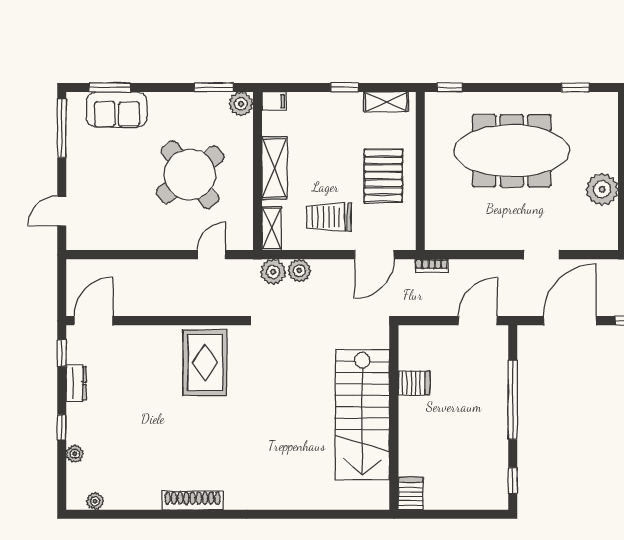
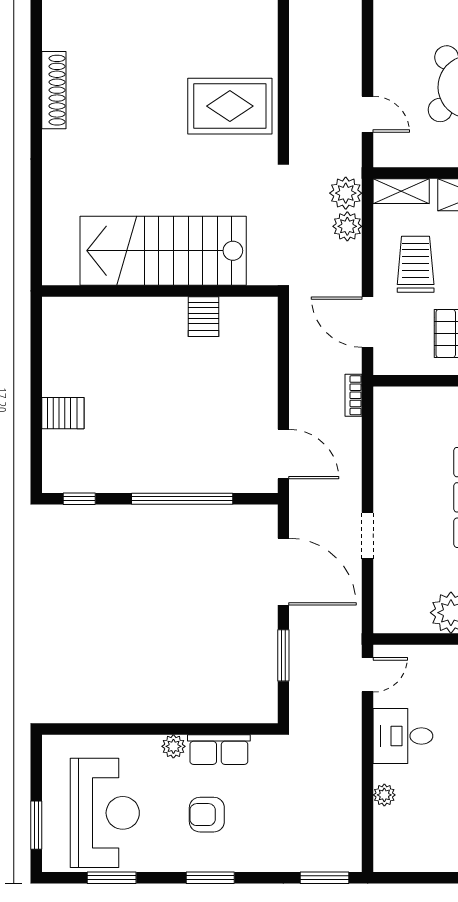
server rack: (414, 383) -> (204, 317), moved
stairs: (362, 415) -> (163, 251), moved
wall: (394, 417) -> (160, 291), moved
server rack: (411, 493) -> (63, 413), moved

